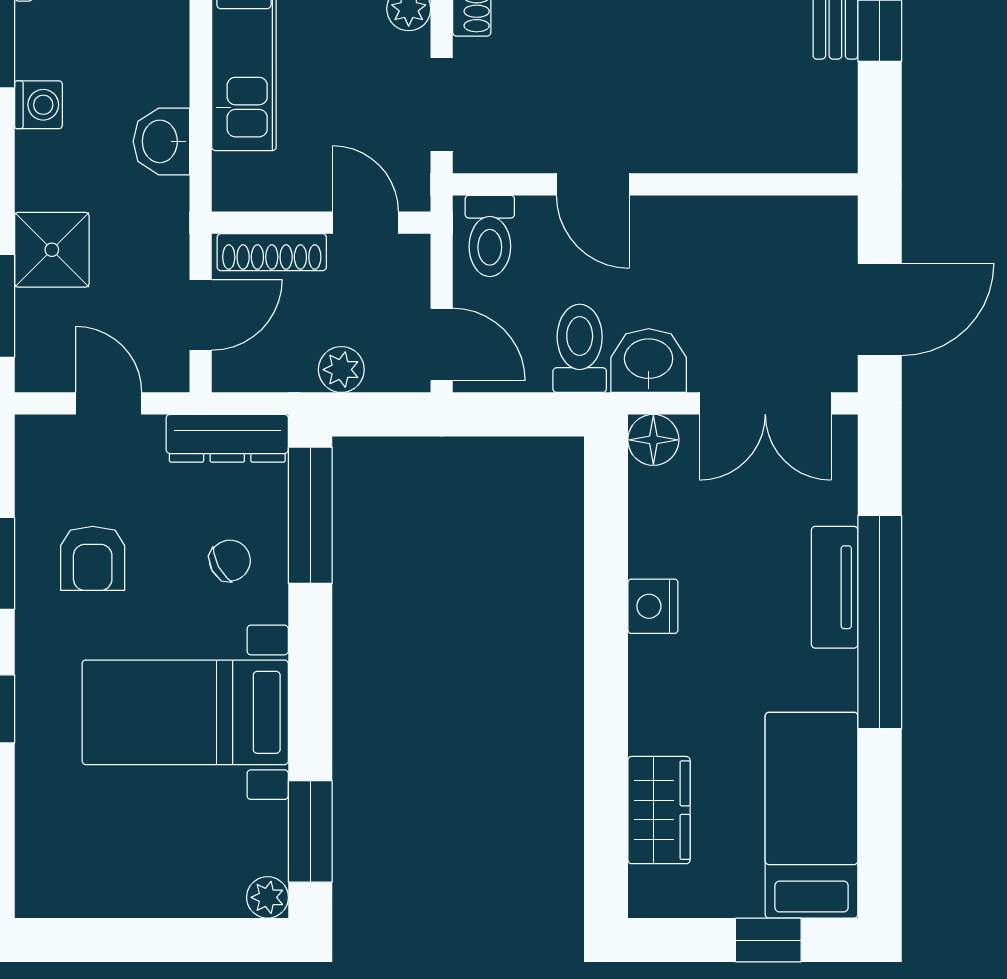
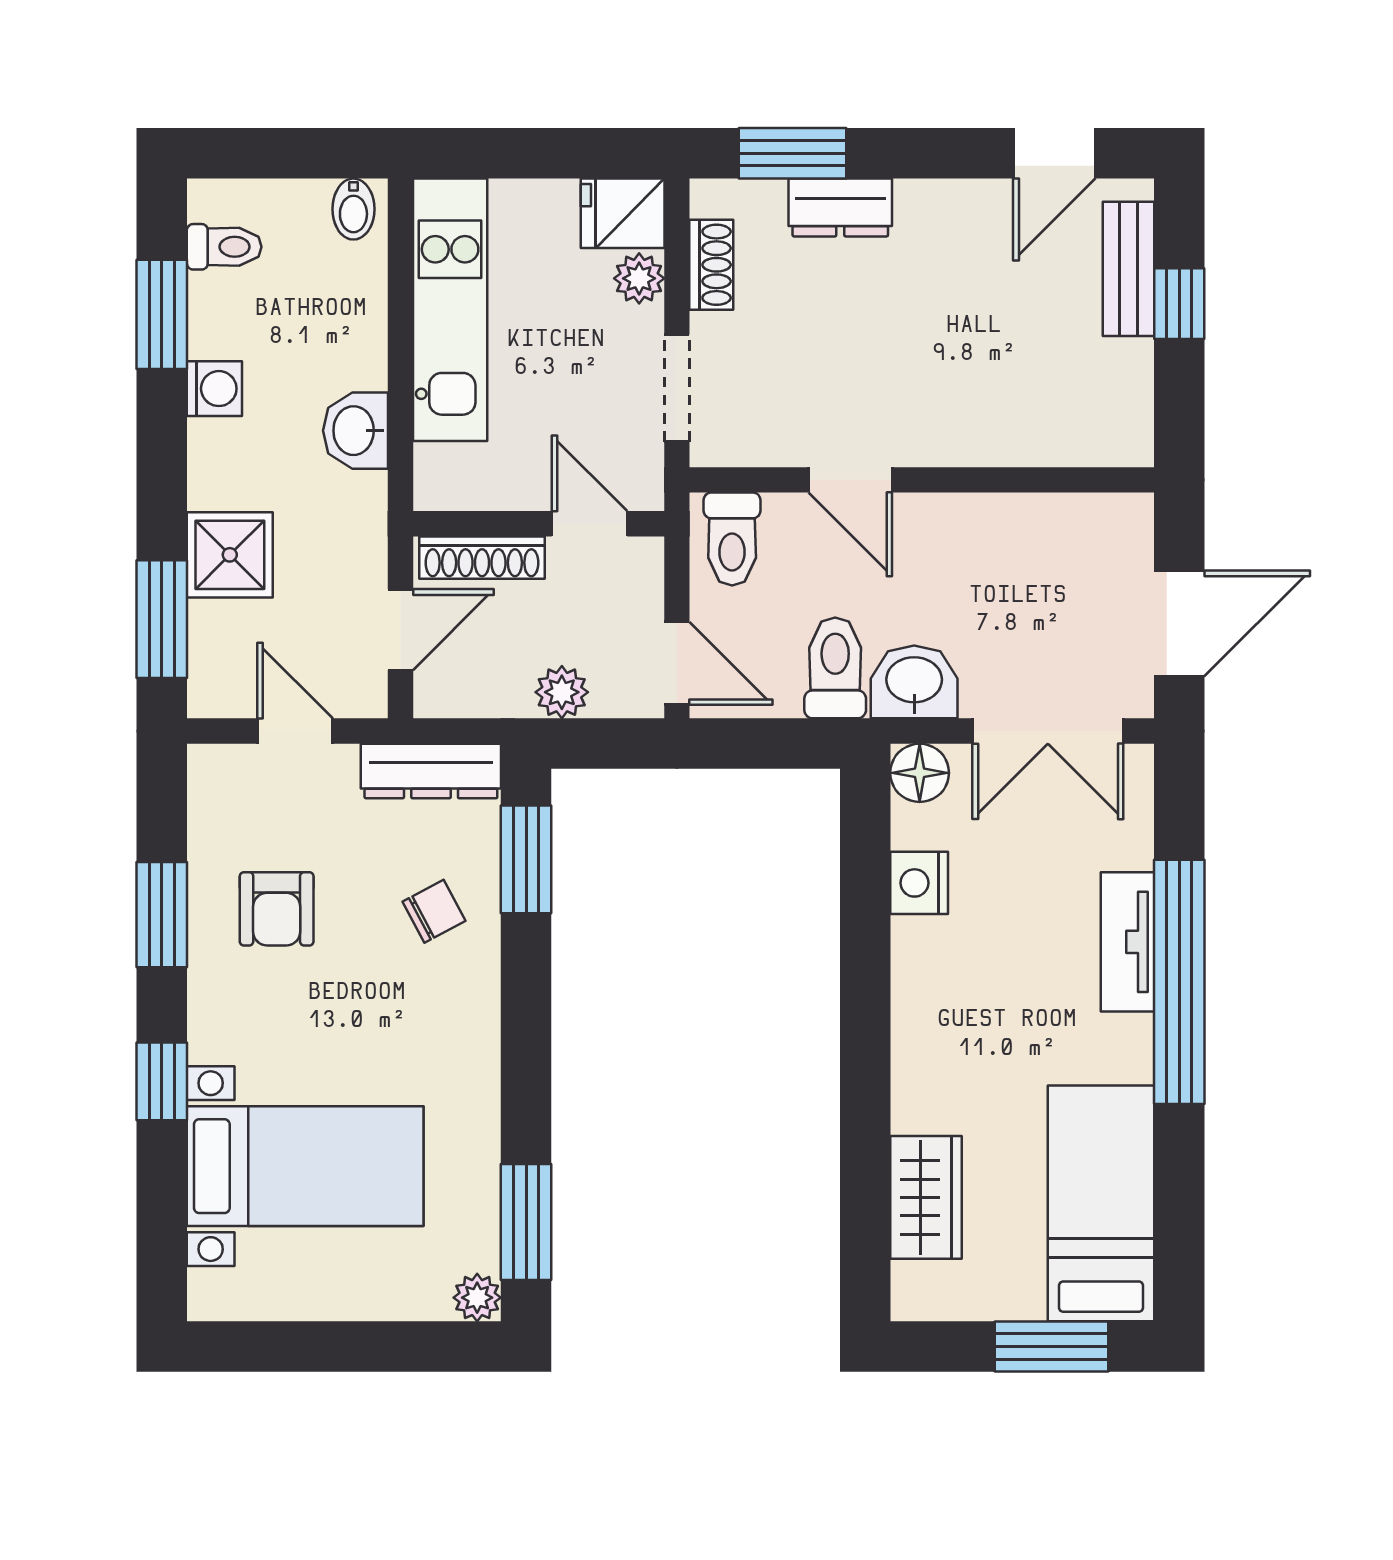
window: (310, 515) -> (526, 859), width x0.69
nightstand: (653, 606) -> (919, 883), moved
bed with nightstands: (185, 712) -> (305, 1166), moved, turned 180
window: (768, 940) -> (1051, 1347), width x1.50

